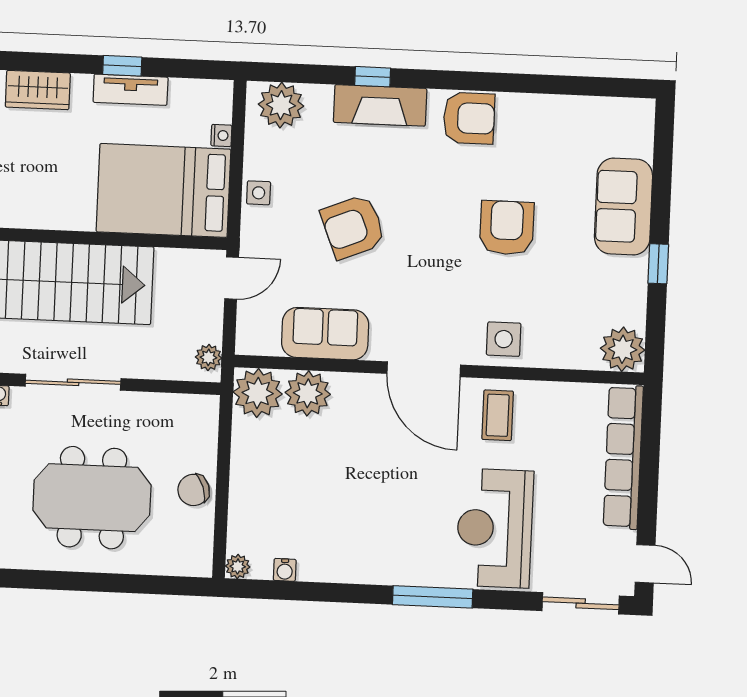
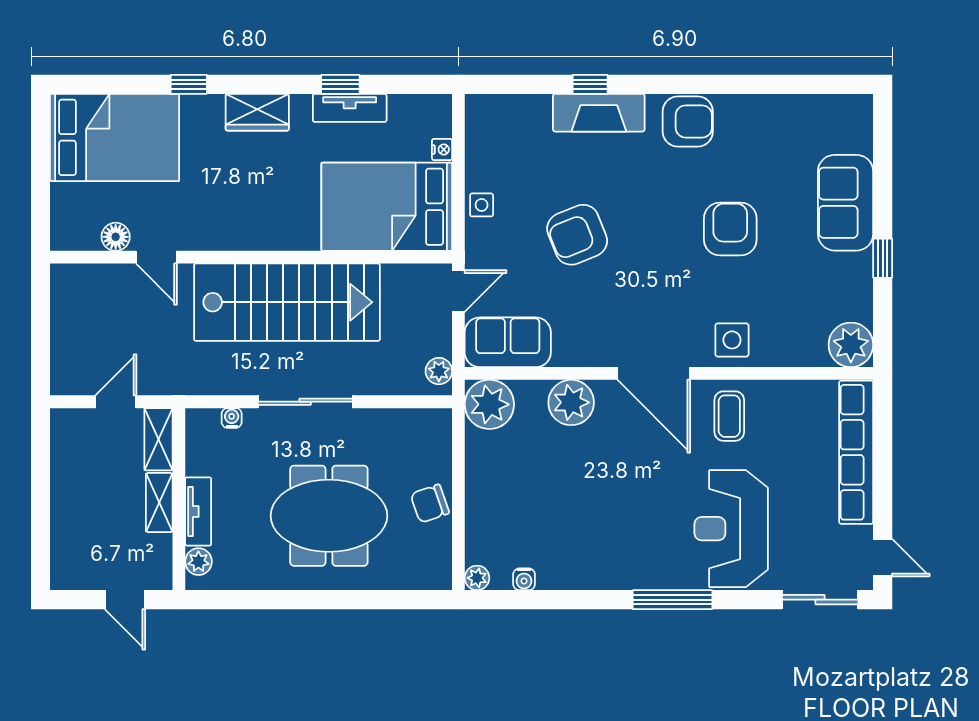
plant: (281, 105) -> (500, 117), removed
sofa: (325, 334) -> (508, 342), moved
plant: (308, 393) -> (571, 402), moved

